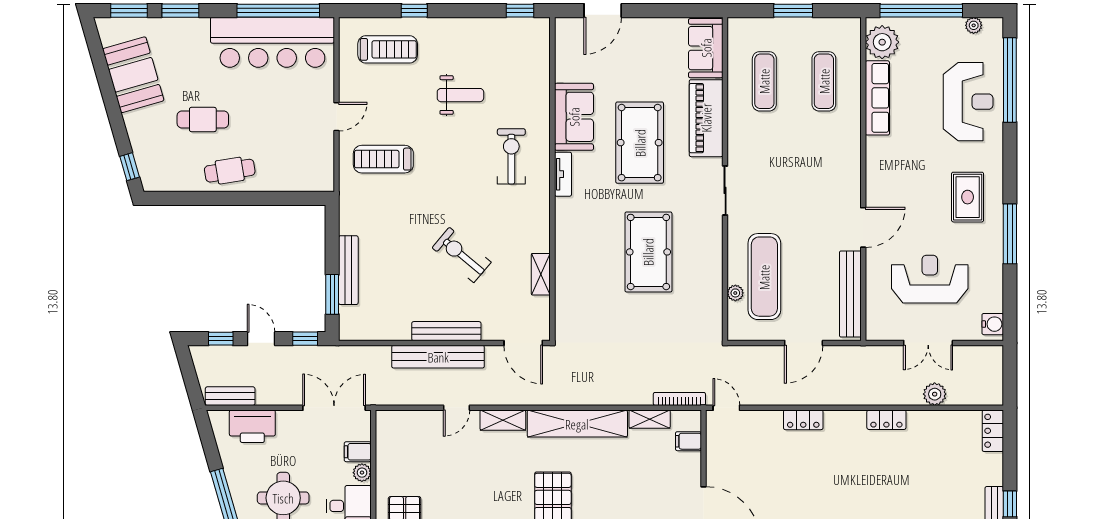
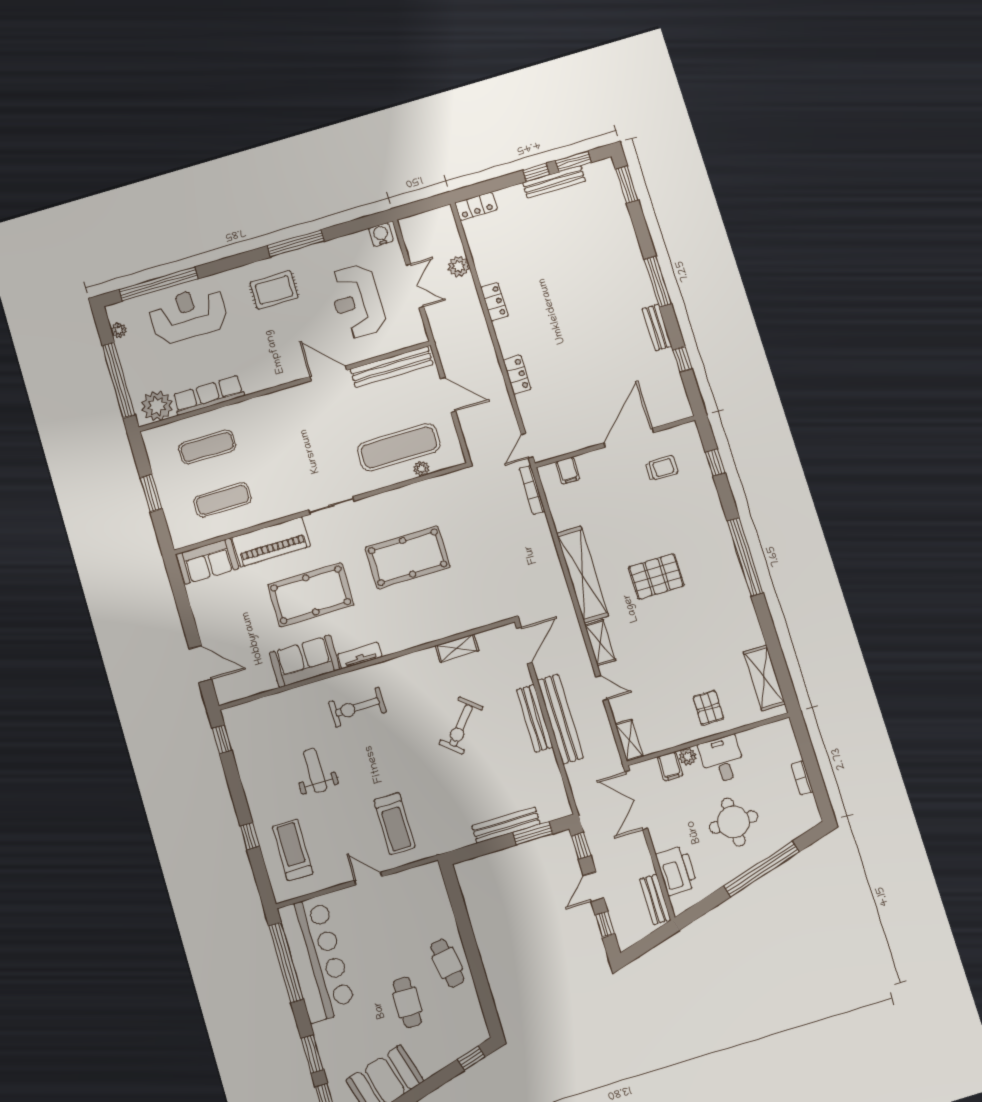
shelving: (650, 419) -> (629, 740), moved

